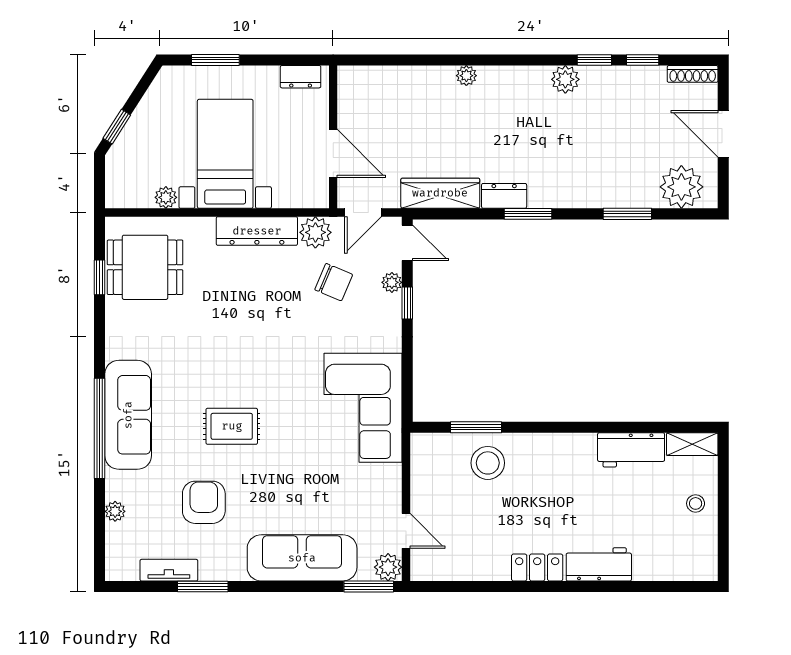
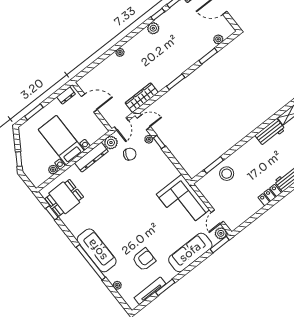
door: (333, 153) -> (89, 103), moved
plant: (681, 187) -> (218, 39), width x0.53, depth x0.53
dresser: (504, 196) -> (163, 82), removed
corner sofa: (363, 408) -> (183, 202), moved
rug: (232, 426) -> (133, 228), removed
armchair: (204, 502) -> (144, 260), turned 90
door: (406, 531) -> (217, 217), swing flipped
tv unit: (169, 570) -> (150, 291), width x1.41

